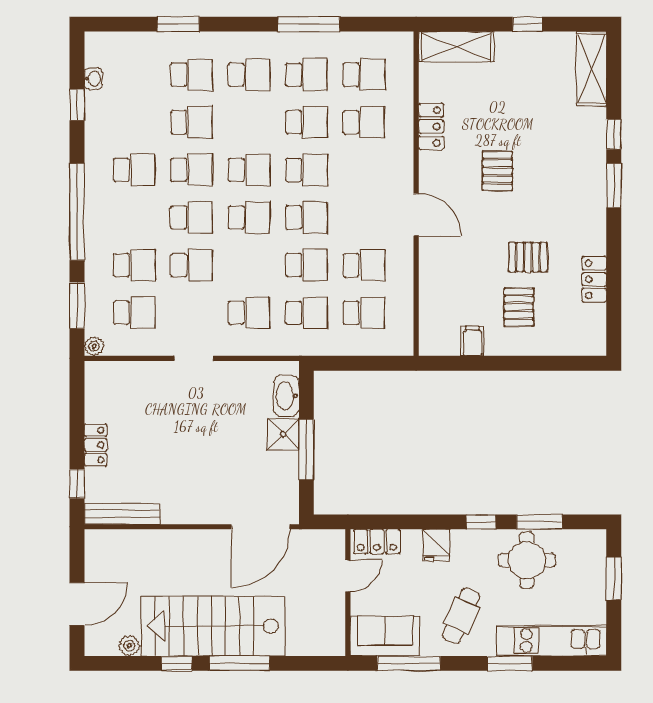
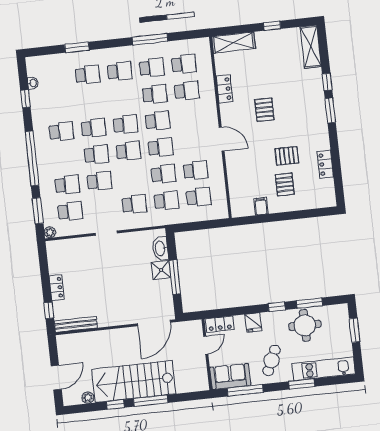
school desk: (192, 122) -> (91, 101), removed

